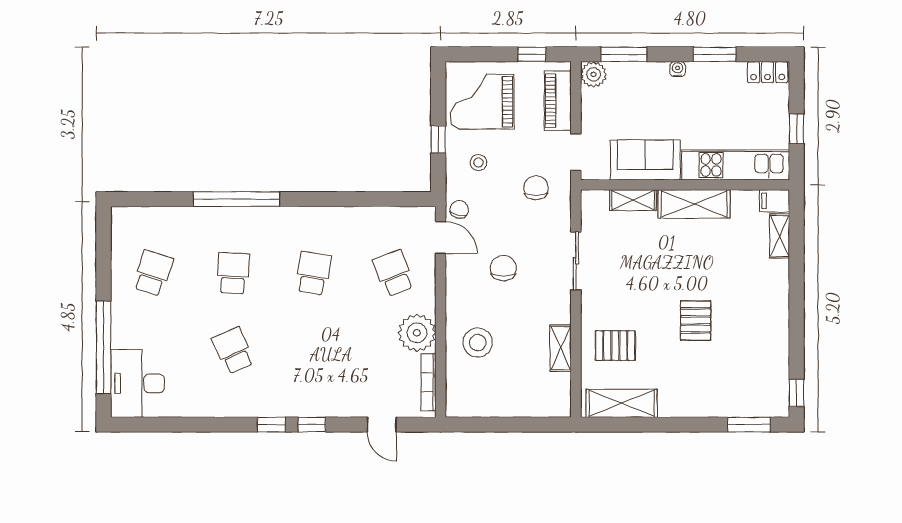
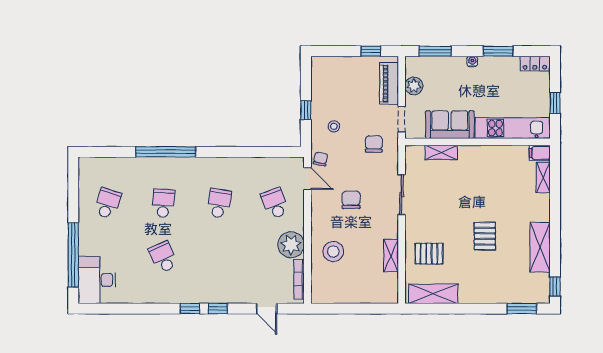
plant: (594, 74) -> (414, 86), moved
grand piano: (482, 102) -> (336, 84), removed
shelving: (694, 204) -> (540, 247), moved, turned 90

